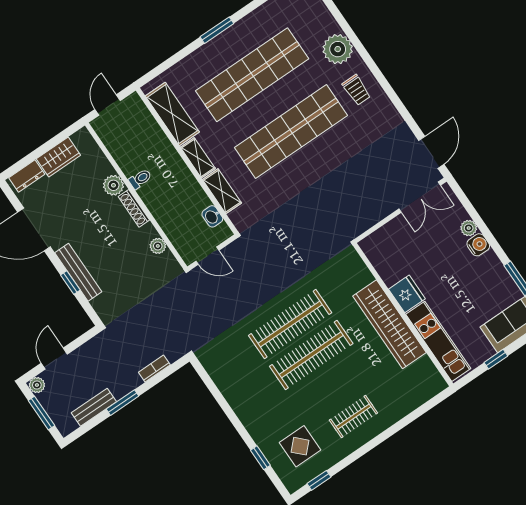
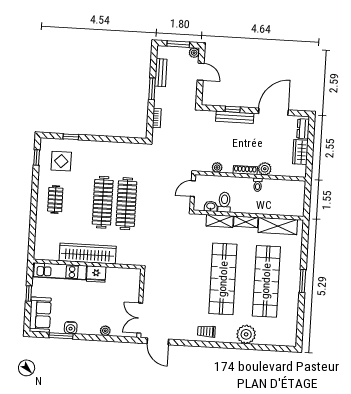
trolley: (356, 90) -> (206, 331), moved
door: (108, 105) -> (307, 197), removed
toilet: (194, 203) -> (224, 202), added
water cooler: (478, 245) -> (71, 328), moved

